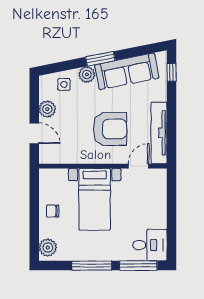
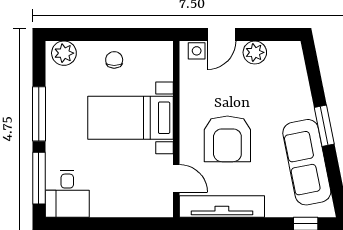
plant: (87, 74) -> (303, 107), removed
side table: (64, 84) -> (197, 51), moved

